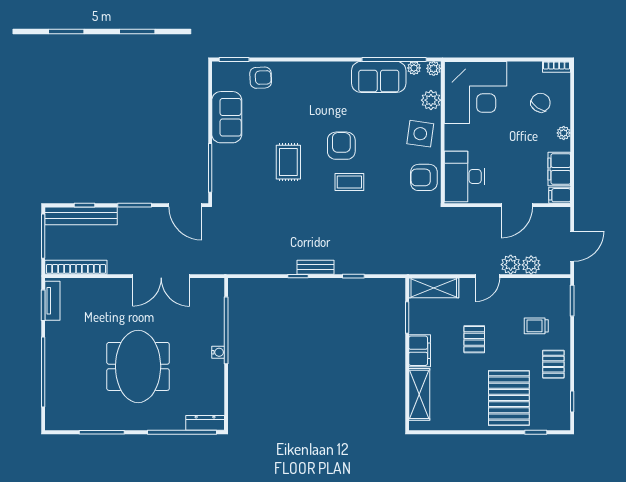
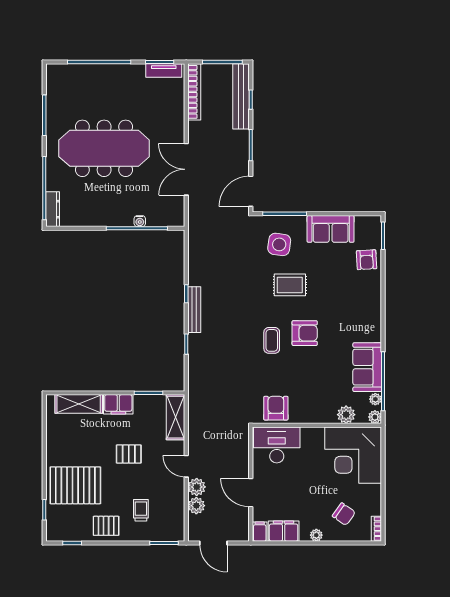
side table: (420, 134) -> (279, 244), moved
bench: (316, 267) -> (194, 310), width x1.36
water cooler: (218, 352) -> (140, 221), moved
meeting table: (138, 366) -> (104, 148), width x1.36

